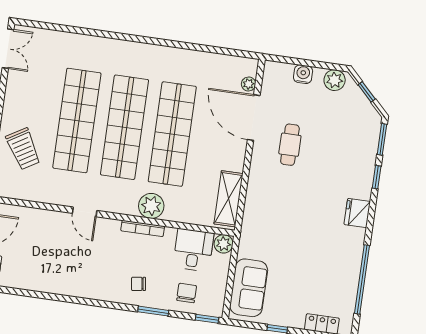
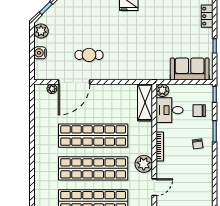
shelving: (228, 199) -> (145, 102), moved, turned 90
plant: (151, 206) -> (144, 164), moved

